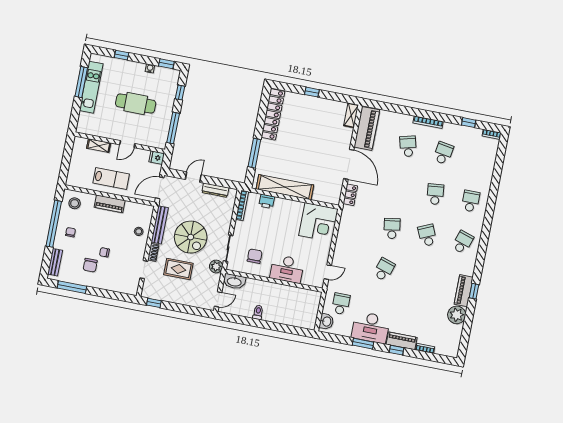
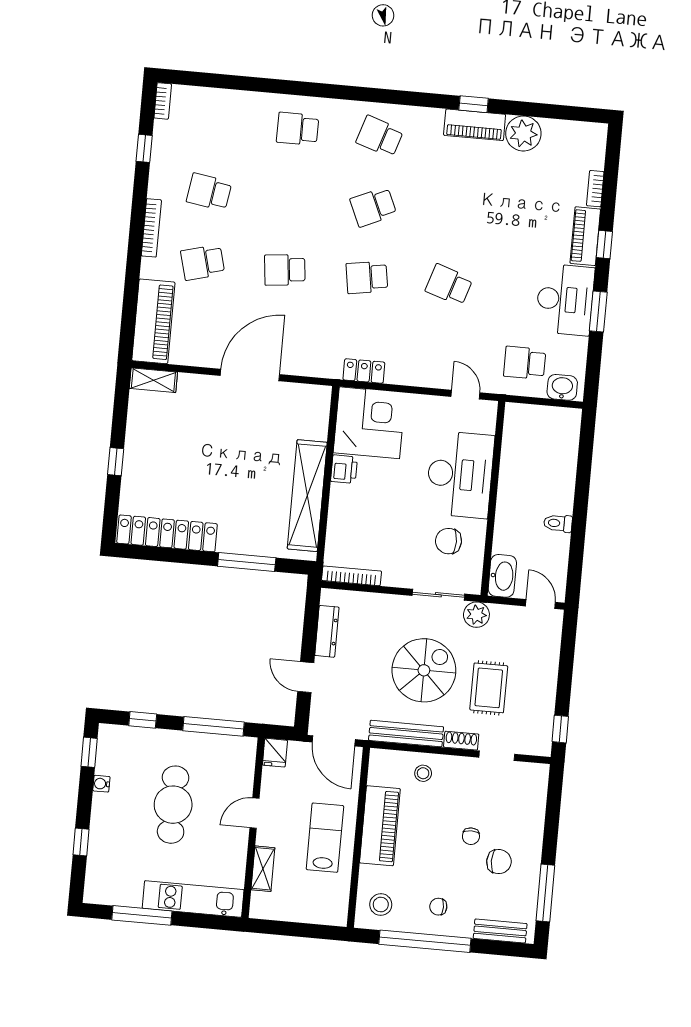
kitchen unit: (91, 87) -> (193, 899), moved
piano: (367, 128) -> (153, 321), moved, turned 90
door: (127, 144) -> (254, 813), swing flipped
school desk: (435, 194) -> (285, 270), moved
locker: (350, 195) -> (364, 371), moved
printer: (267, 201) -> (344, 469), moved
piano: (110, 204) -> (380, 826), width x1.37, depth x1.33
desk: (287, 269) -> (460, 475), width x1.36, depth x1.30

